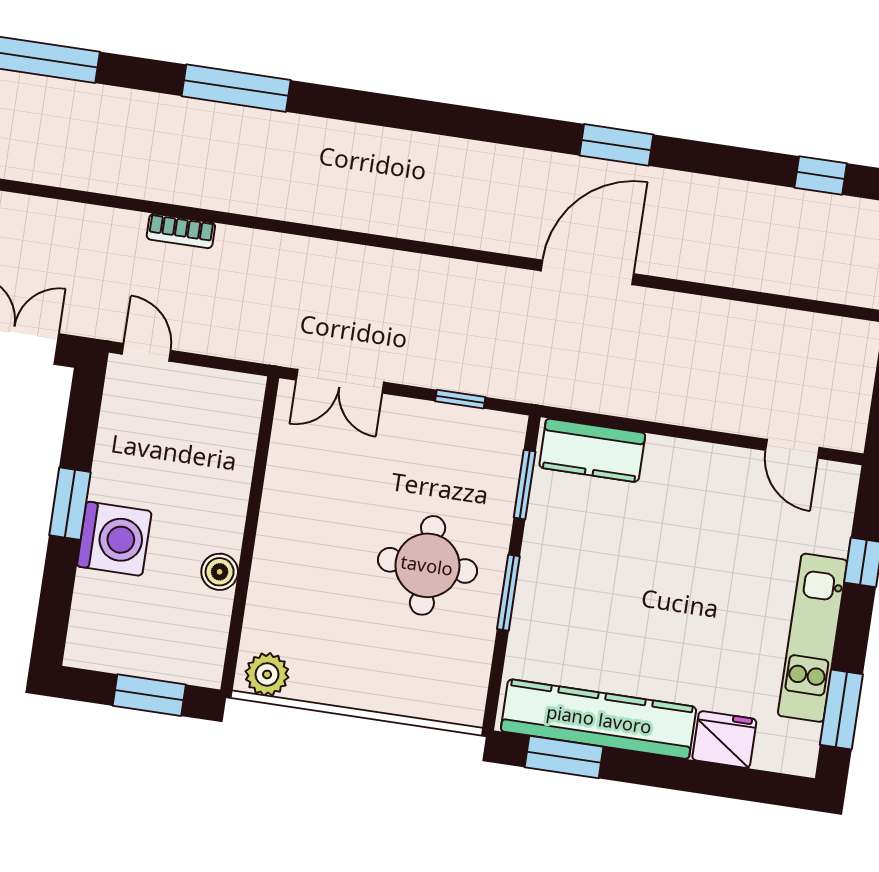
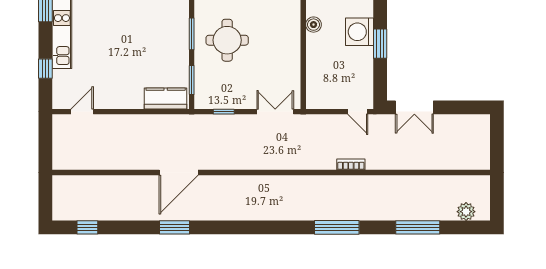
door: (792, 449) -> (82, 112), hinge flipped

